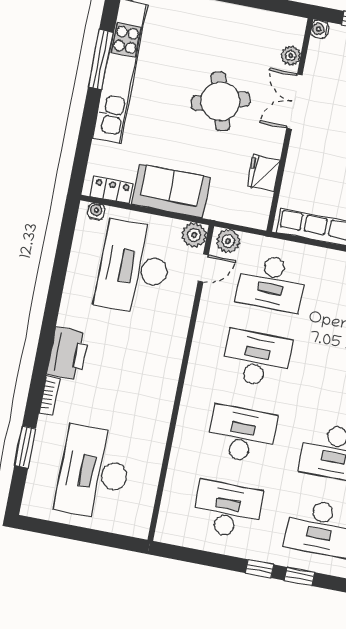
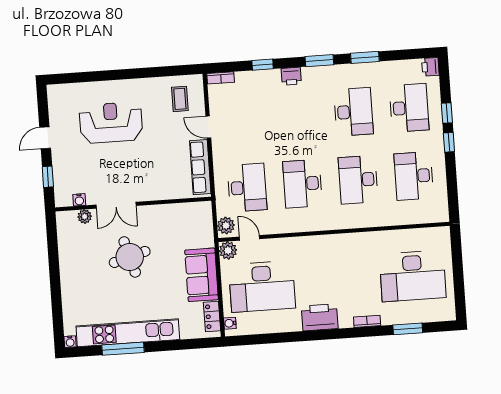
water cooler: (320, 29) -> (79, 200), moved
fridge: (263, 174) -> (172, 213), removed
printer: (68, 354) -> (320, 317), moved

